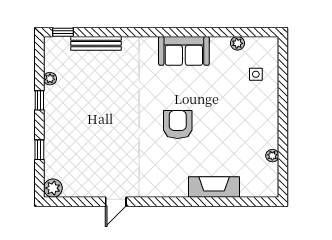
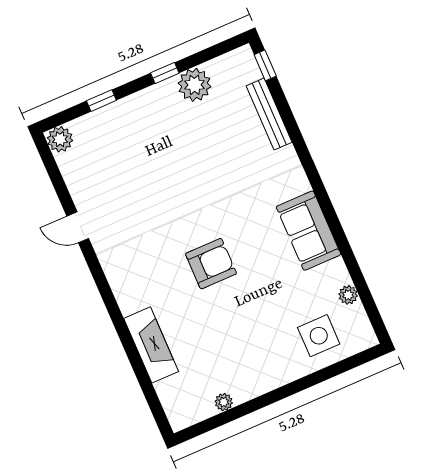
side table: (256, 74) -> (319, 336), width x1.87, depth x1.87
plant: (50, 79) -> (195, 85), width x1.88, depth x1.88

